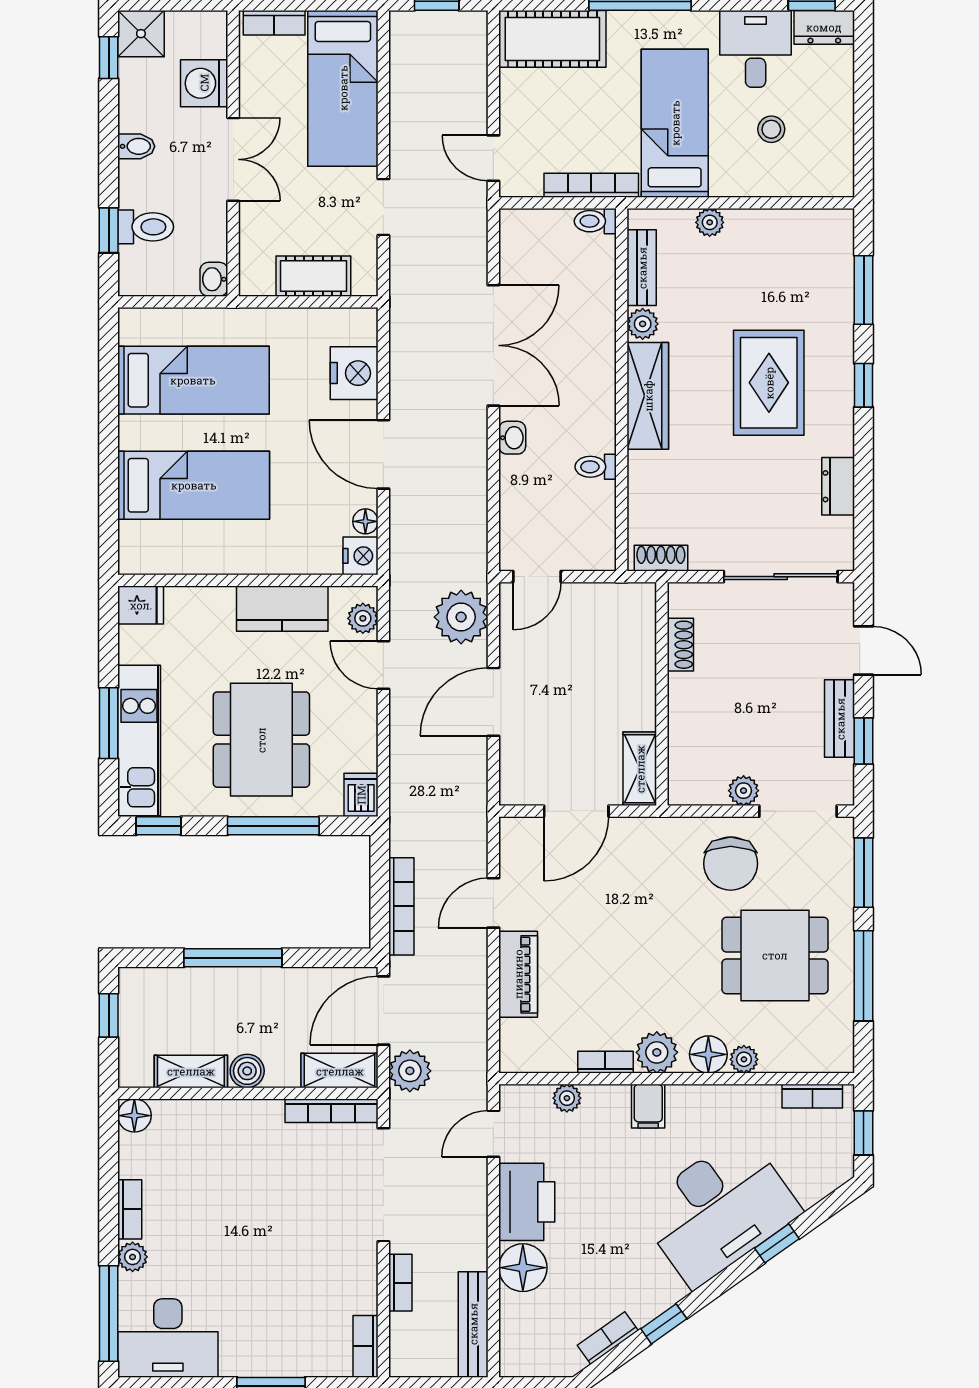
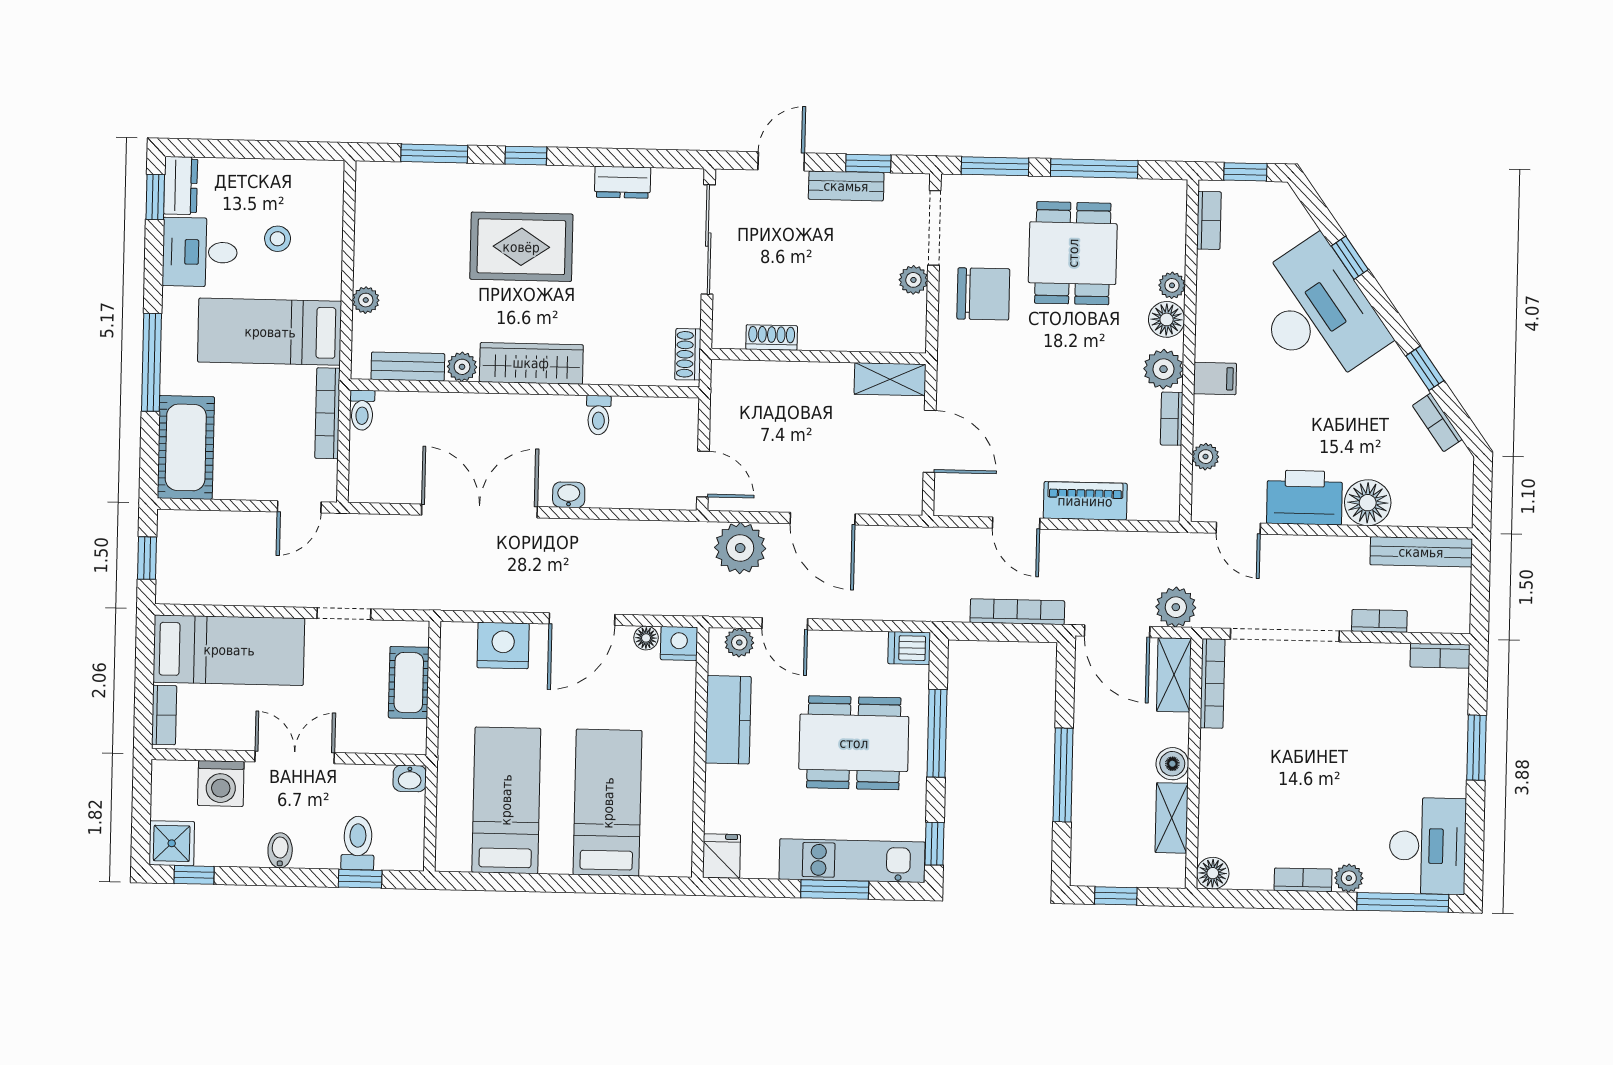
door: (383, 665) -> (785, 624), hinge flipped

